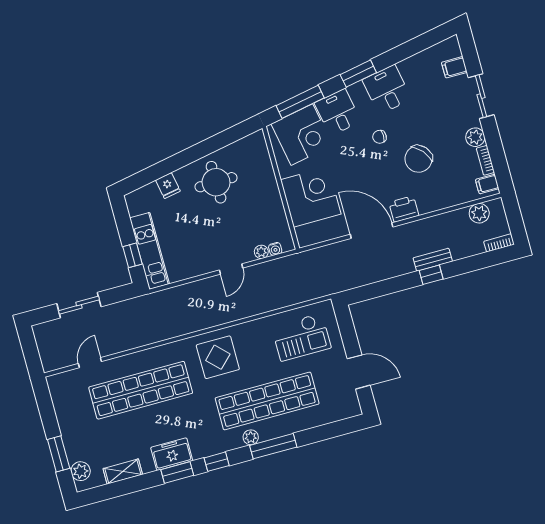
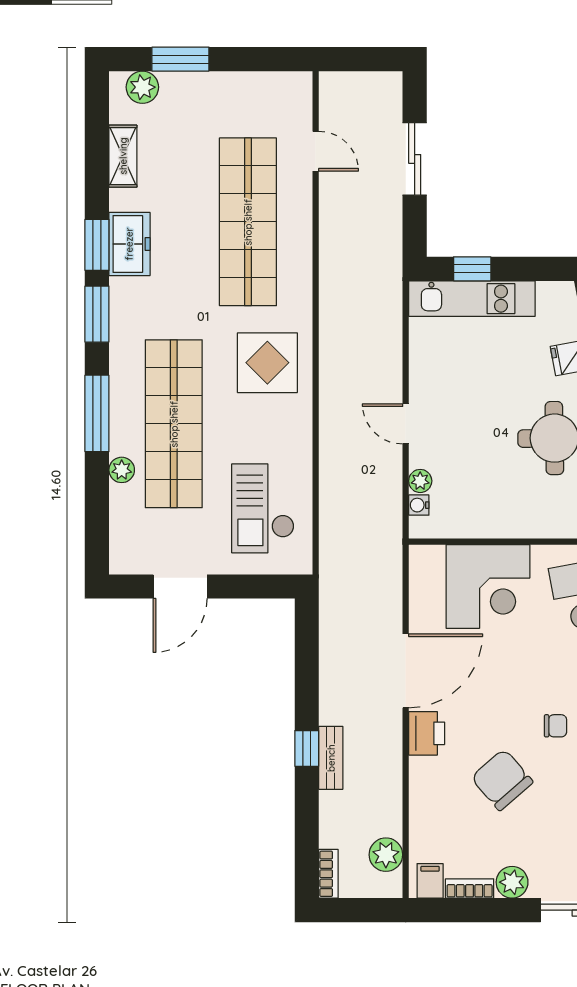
chair: (380, 137) -> (556, 726), turned 90
plant: (251, 437) -> (122, 470), moved
window: (217, 462) -> (97, 314), width x1.50

